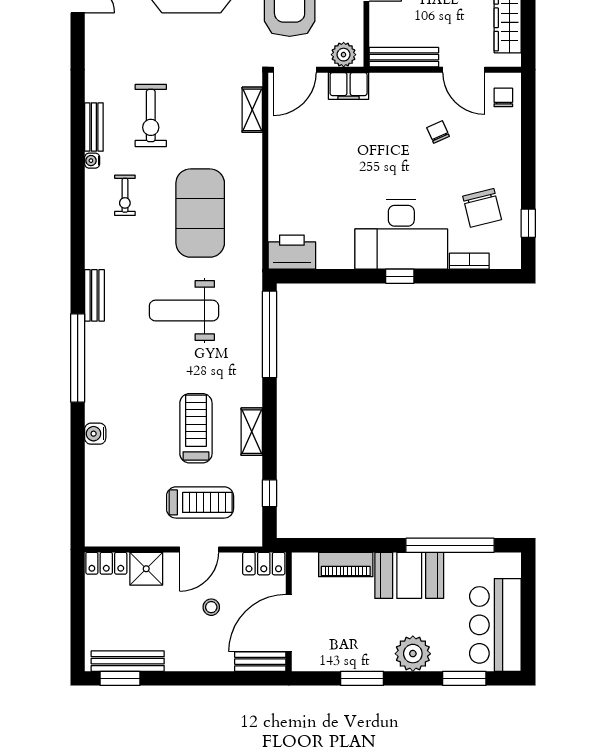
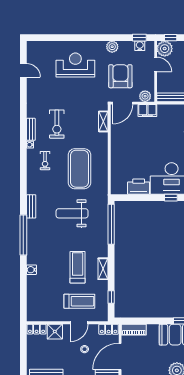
printer: (292, 252) -> (139, 187), moved
piano: (346, 564) -> (134, 330), moved

